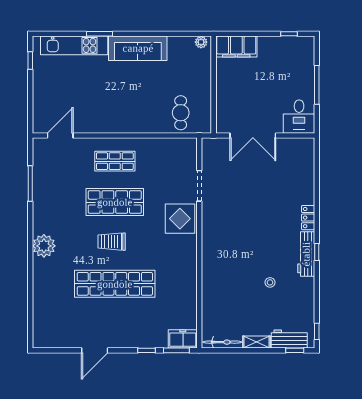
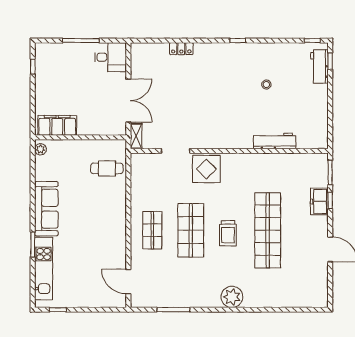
filing cabinet: (236, 47) -> (57, 125), moved, turned -90
locker: (308, 218) -> (181, 49), moved
workbench: (306, 254) -> (275, 141), moved, turned 180
freezer: (183, 339) -> (319, 201), moved
bicycle: (222, 342) -> (322, 129), removed
shelving: (256, 342) -> (136, 136), moved

